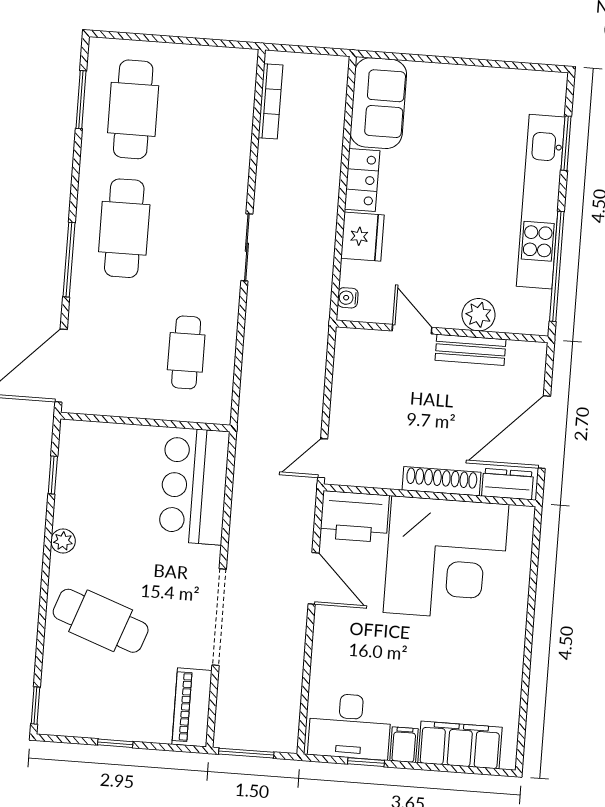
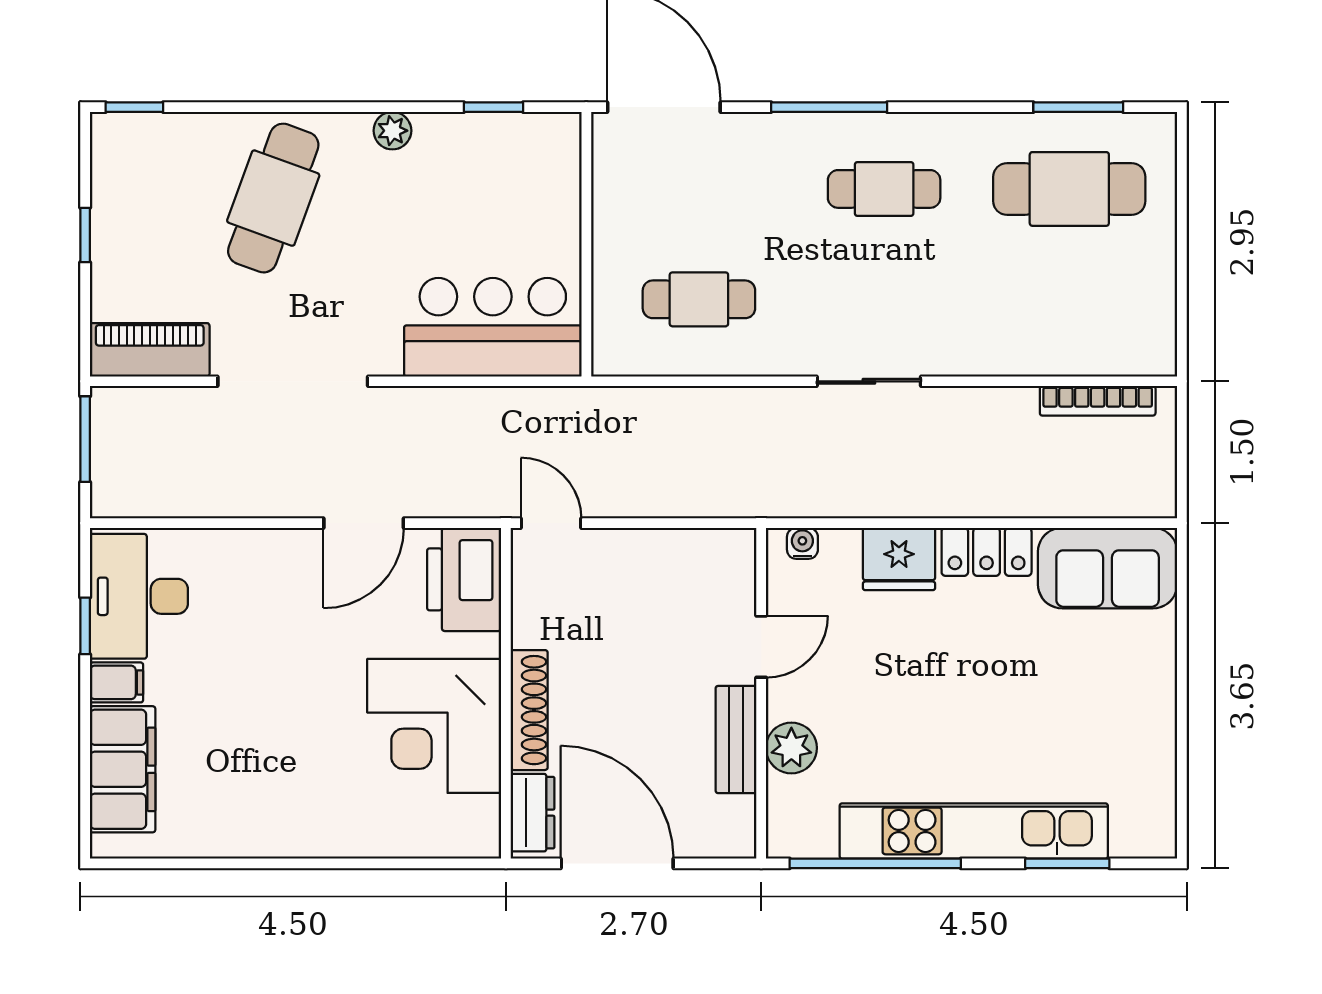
cafe table: (124, 228) -> (884, 189), width x0.73, depth x0.74
corner desk: (446, 558) -> (434, 726), width x0.74, depth x0.74

